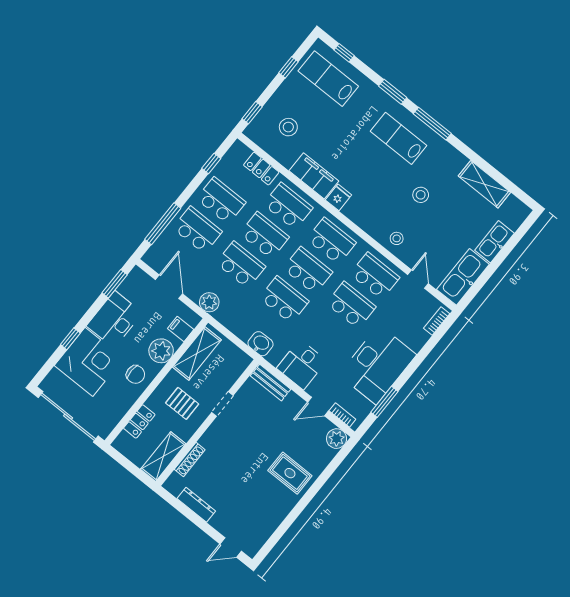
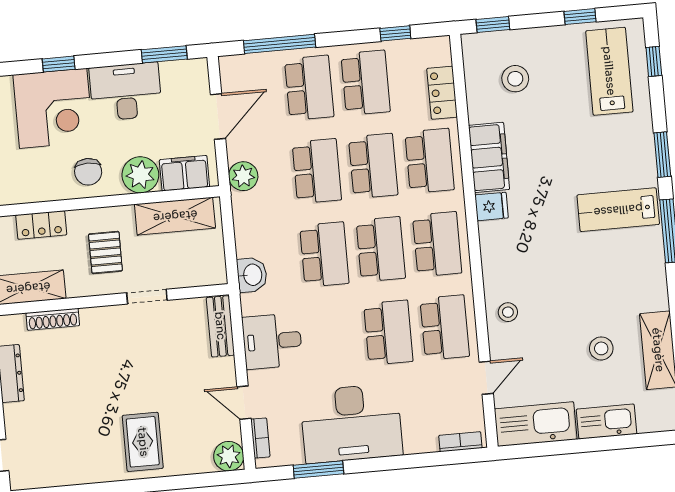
lab bench: (399, 138) -> (618, 210), turned -90
stool: (421, 195) -> (601, 348), moved
filing cabinet: (181, 329) -> (184, 173), width x2.00

